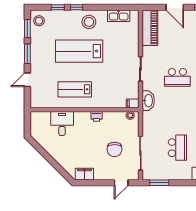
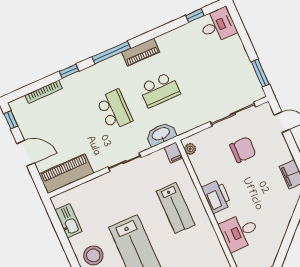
door: (175, 7) -> (26, 153), hinge flipped
lab bench: (75, 89) -> (176, 208), moved
printer: (97, 116) -> (216, 196), width x1.87, depth x1.48
school desk: (177, 148) -> (160, 90), moved, turned 180

